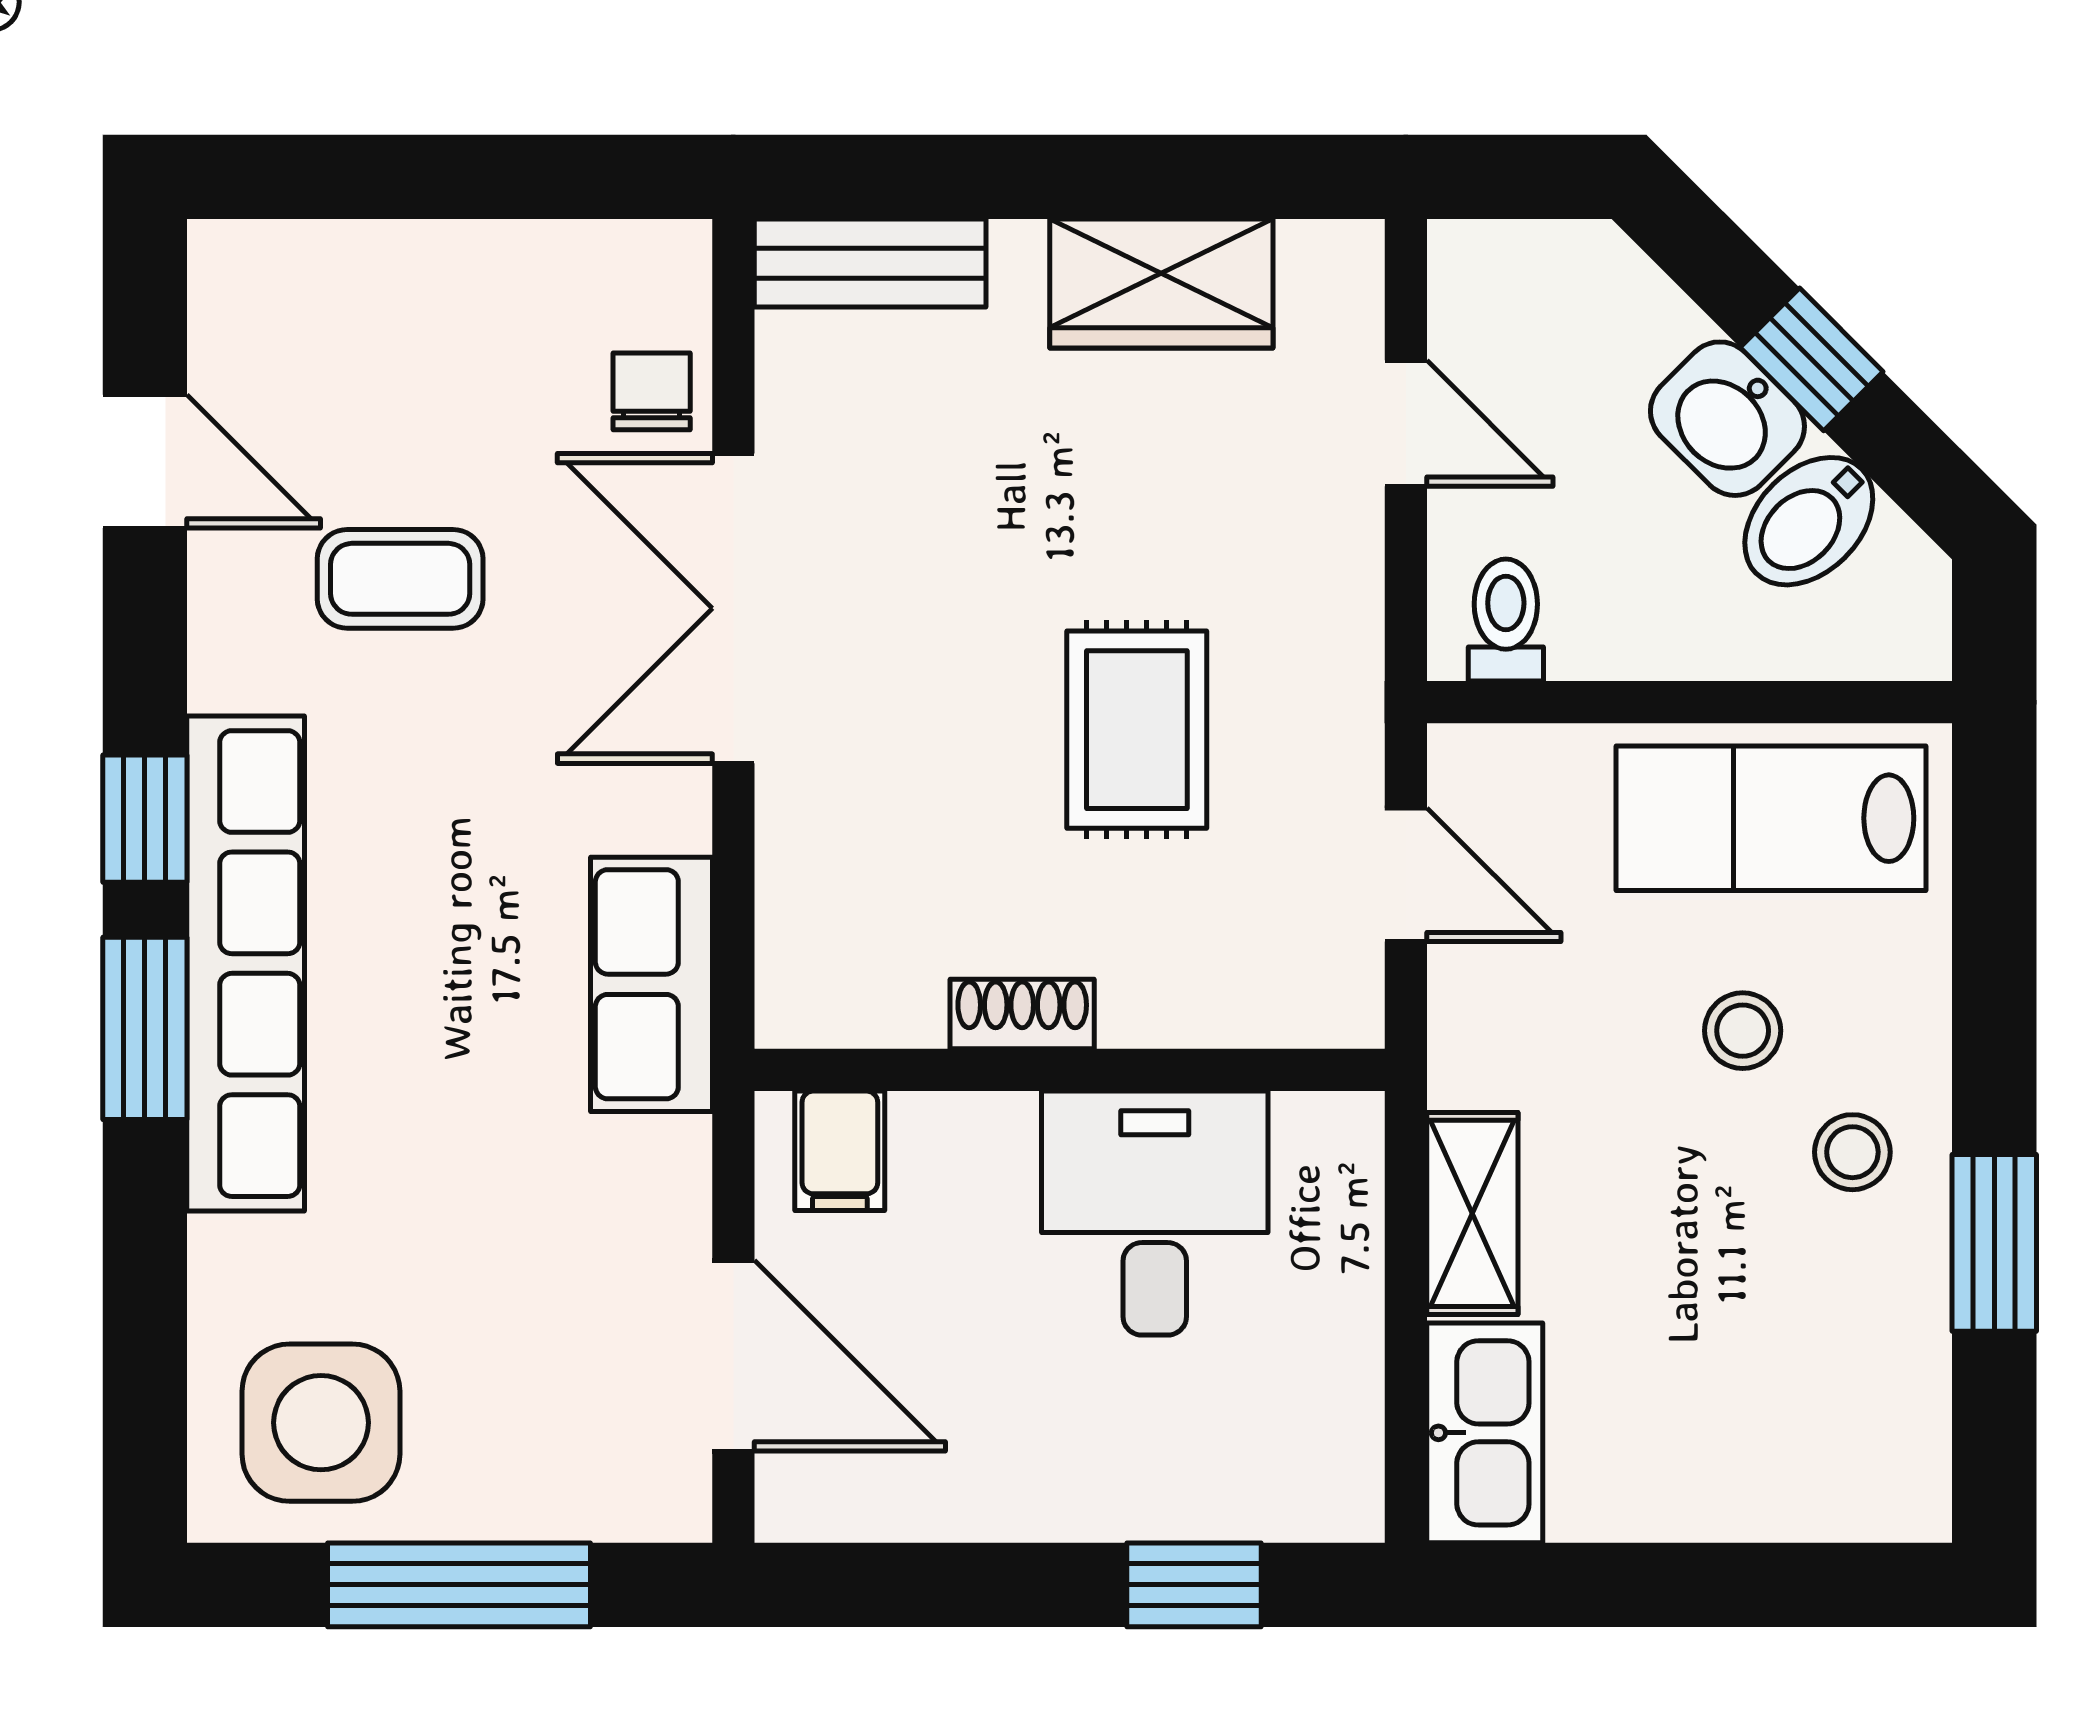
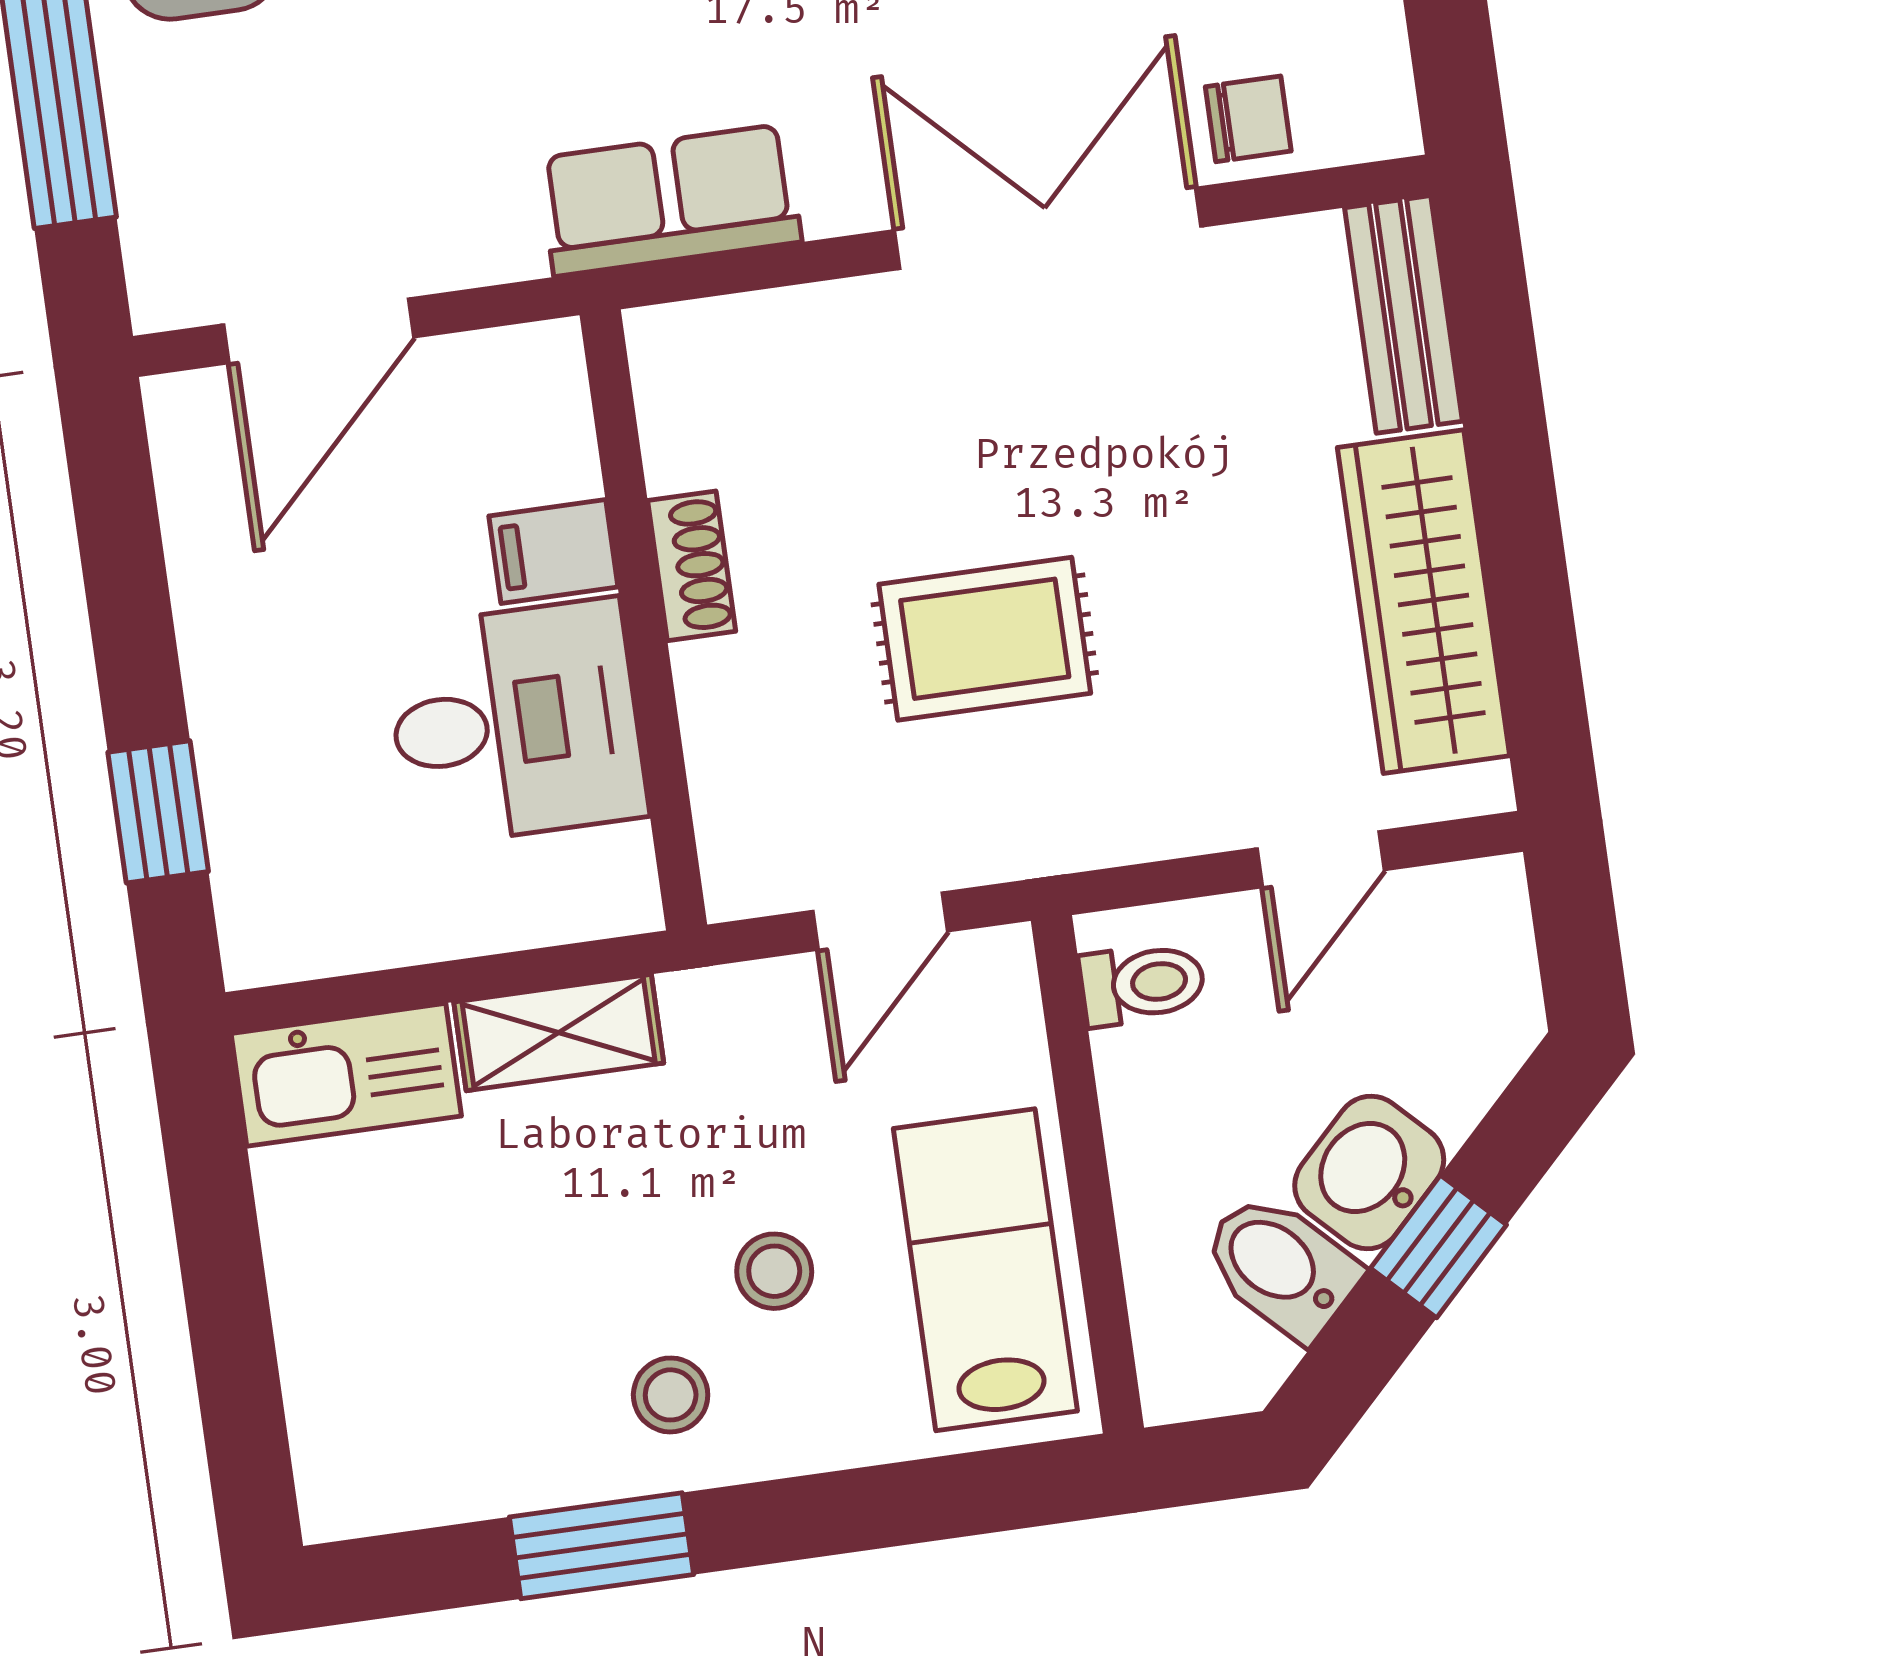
wardrobe: (1161, 284) -> (1423, 602), width x1.50
filing cabinet: (840, 1151) -> (553, 552), moved

